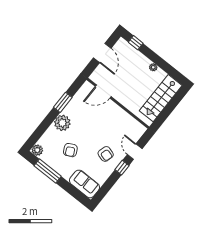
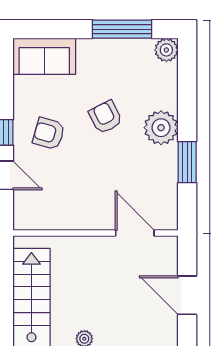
door: (103, 92) -> (135, 233), hinge flipped
armchair: (70, 150) -> (106, 117), moved

